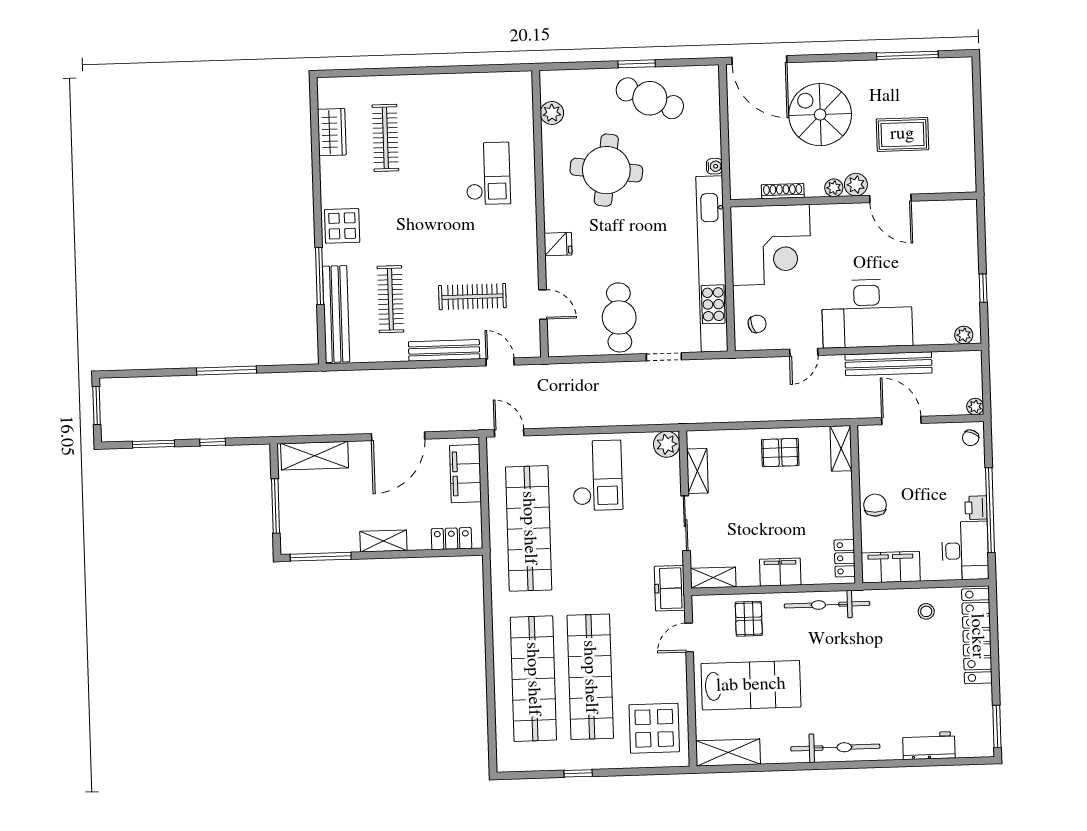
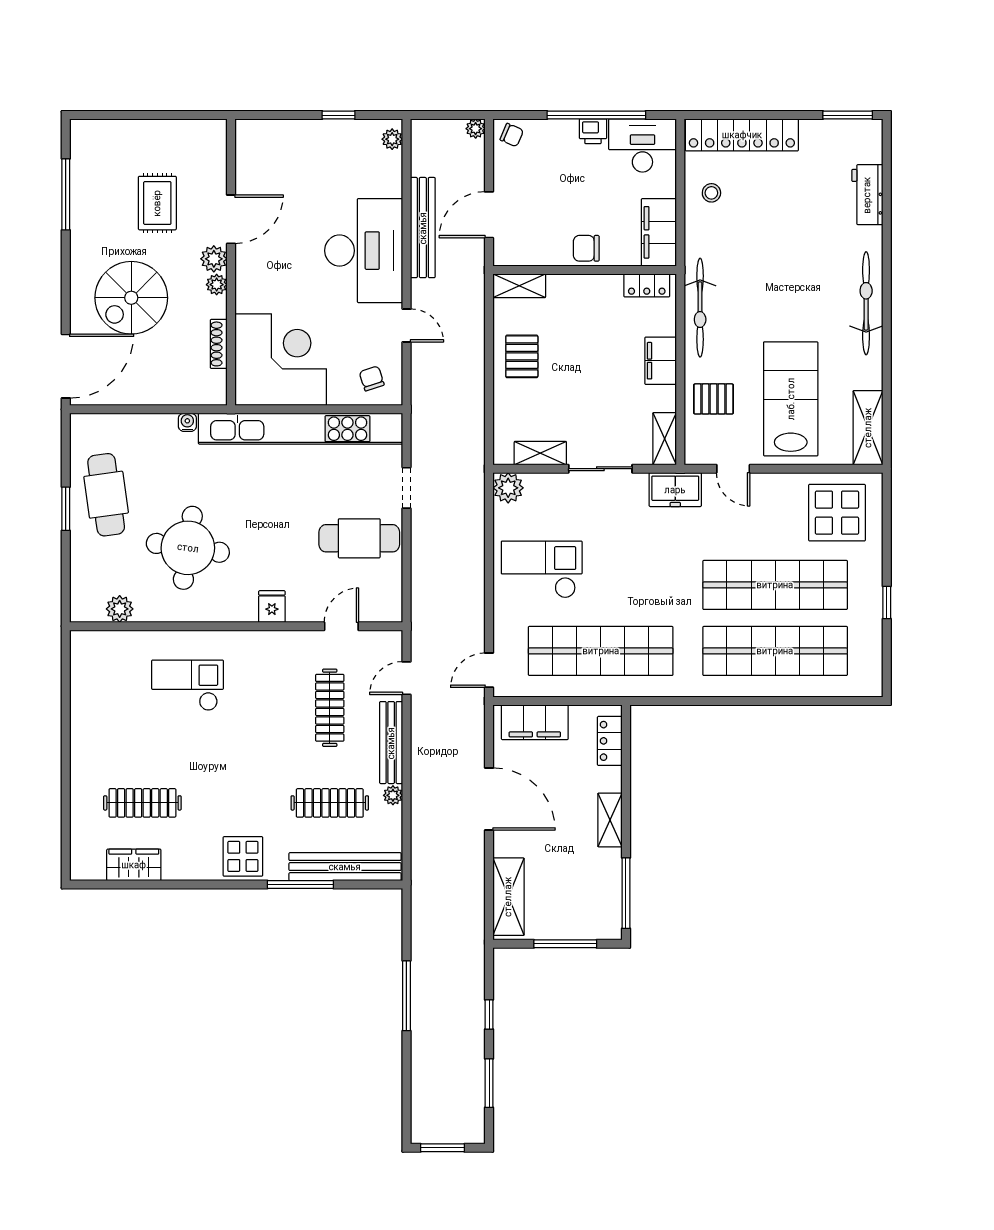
cafe table: (650, 98) -> (106, 495), turned -31
plant: (399, 353) -> (393, 795), added

